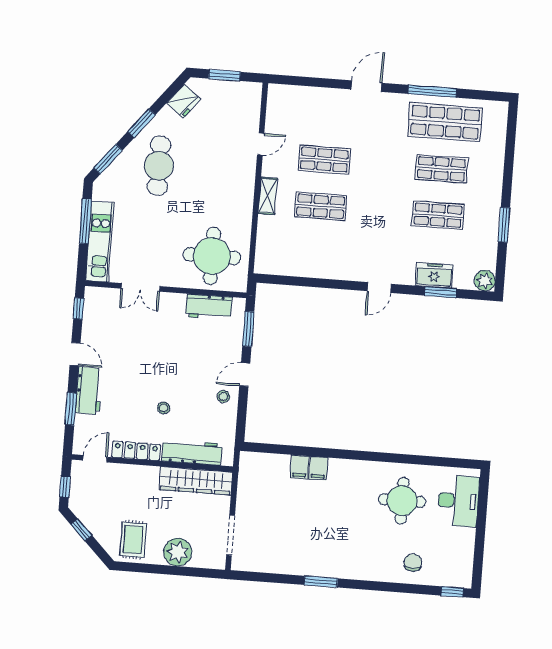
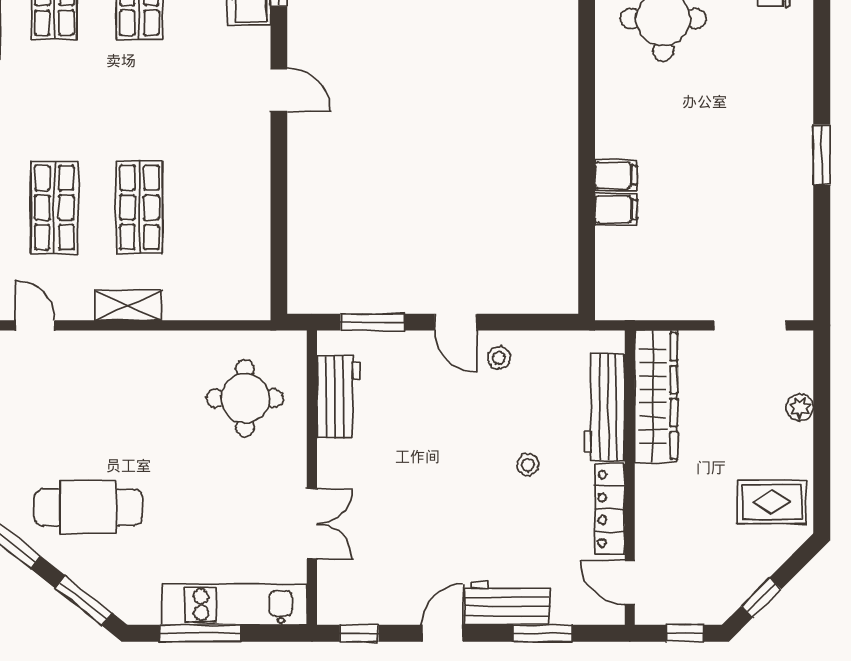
round table: (212, 256) -> (245, 398), width x0.73, depth x0.73
plant: (178, 552) -> (800, 407), width x0.53, depth x0.53

